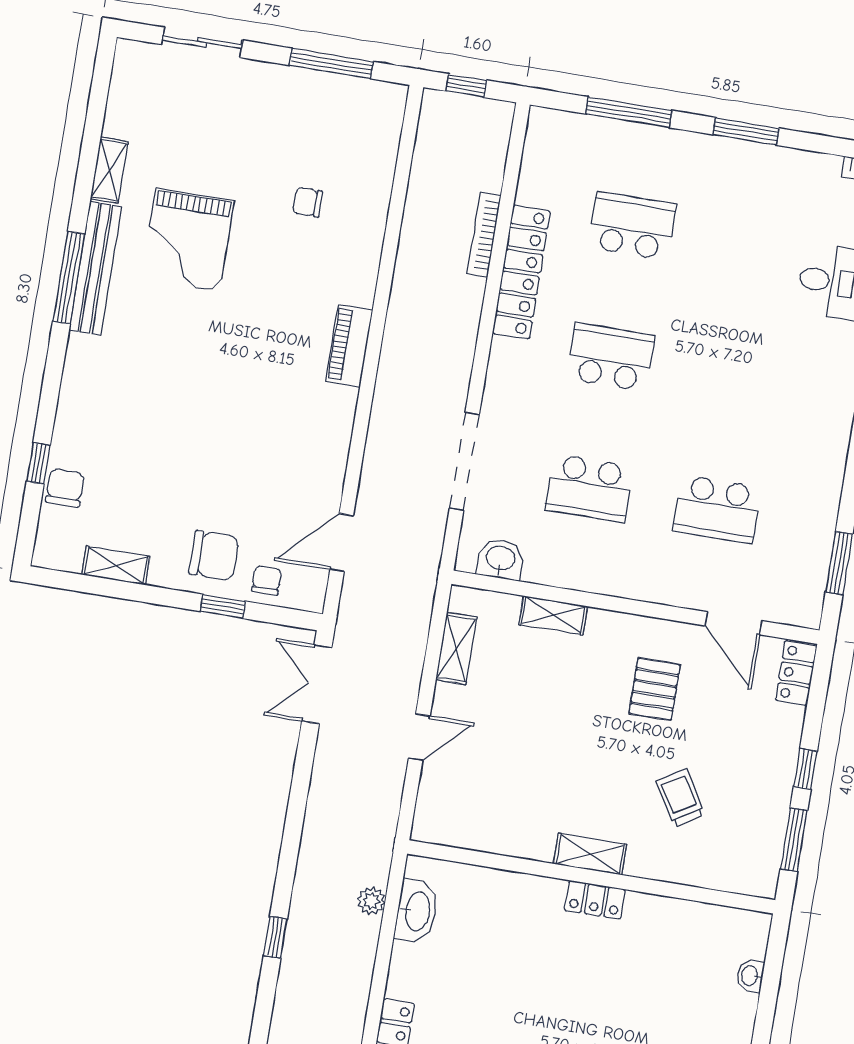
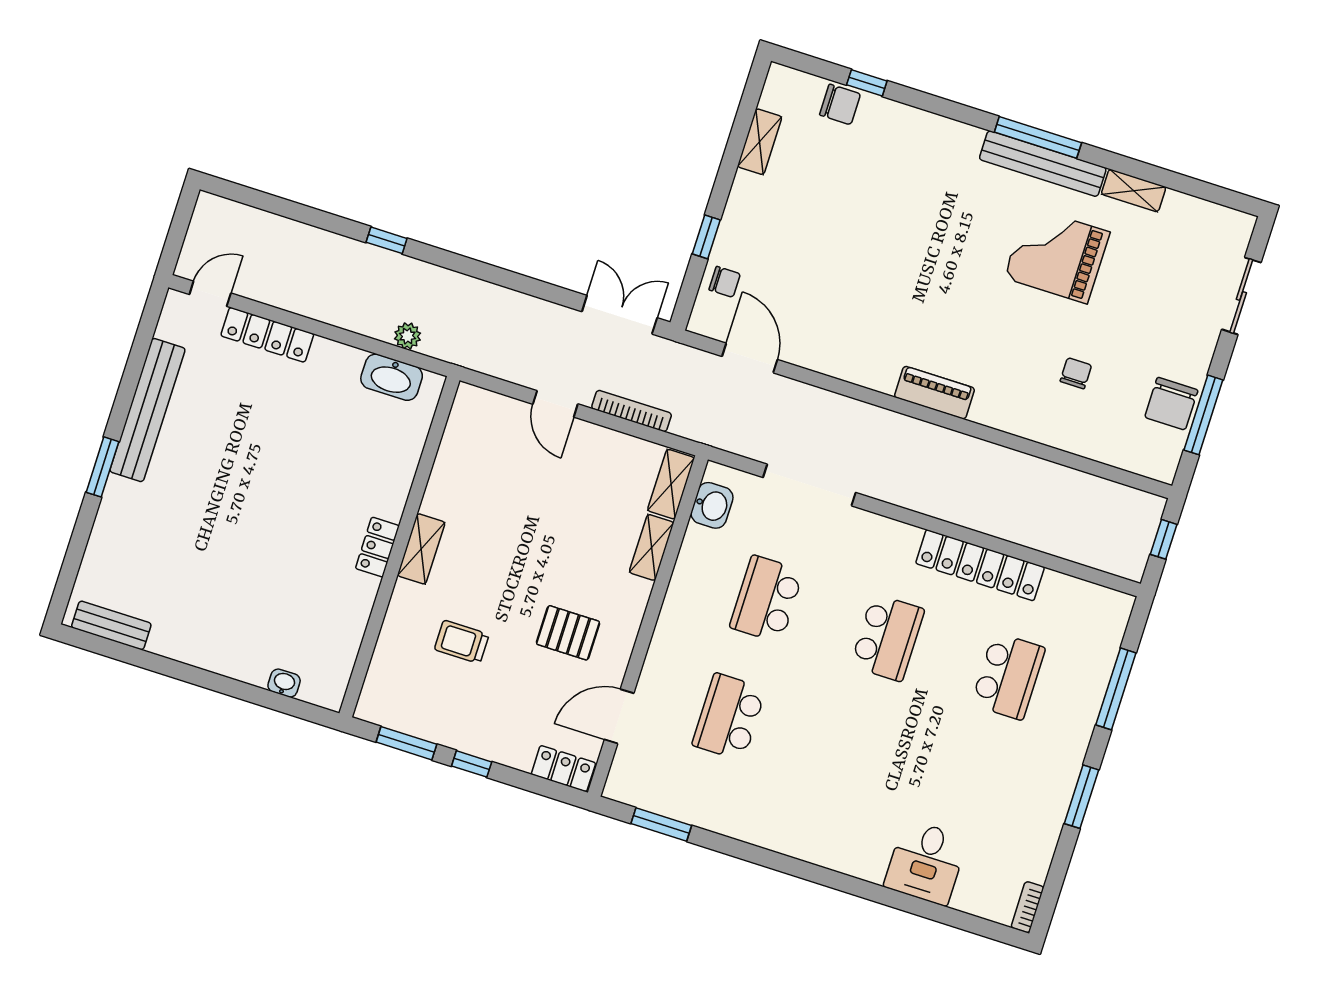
bookcase: (484, 235) -> (632, 411), moved
chair: (214, 555) -> (1171, 404), moved
shelving: (456, 648) -> (671, 484), moved, turned 90
trolley: (680, 798) -> (462, 642), turned -149

